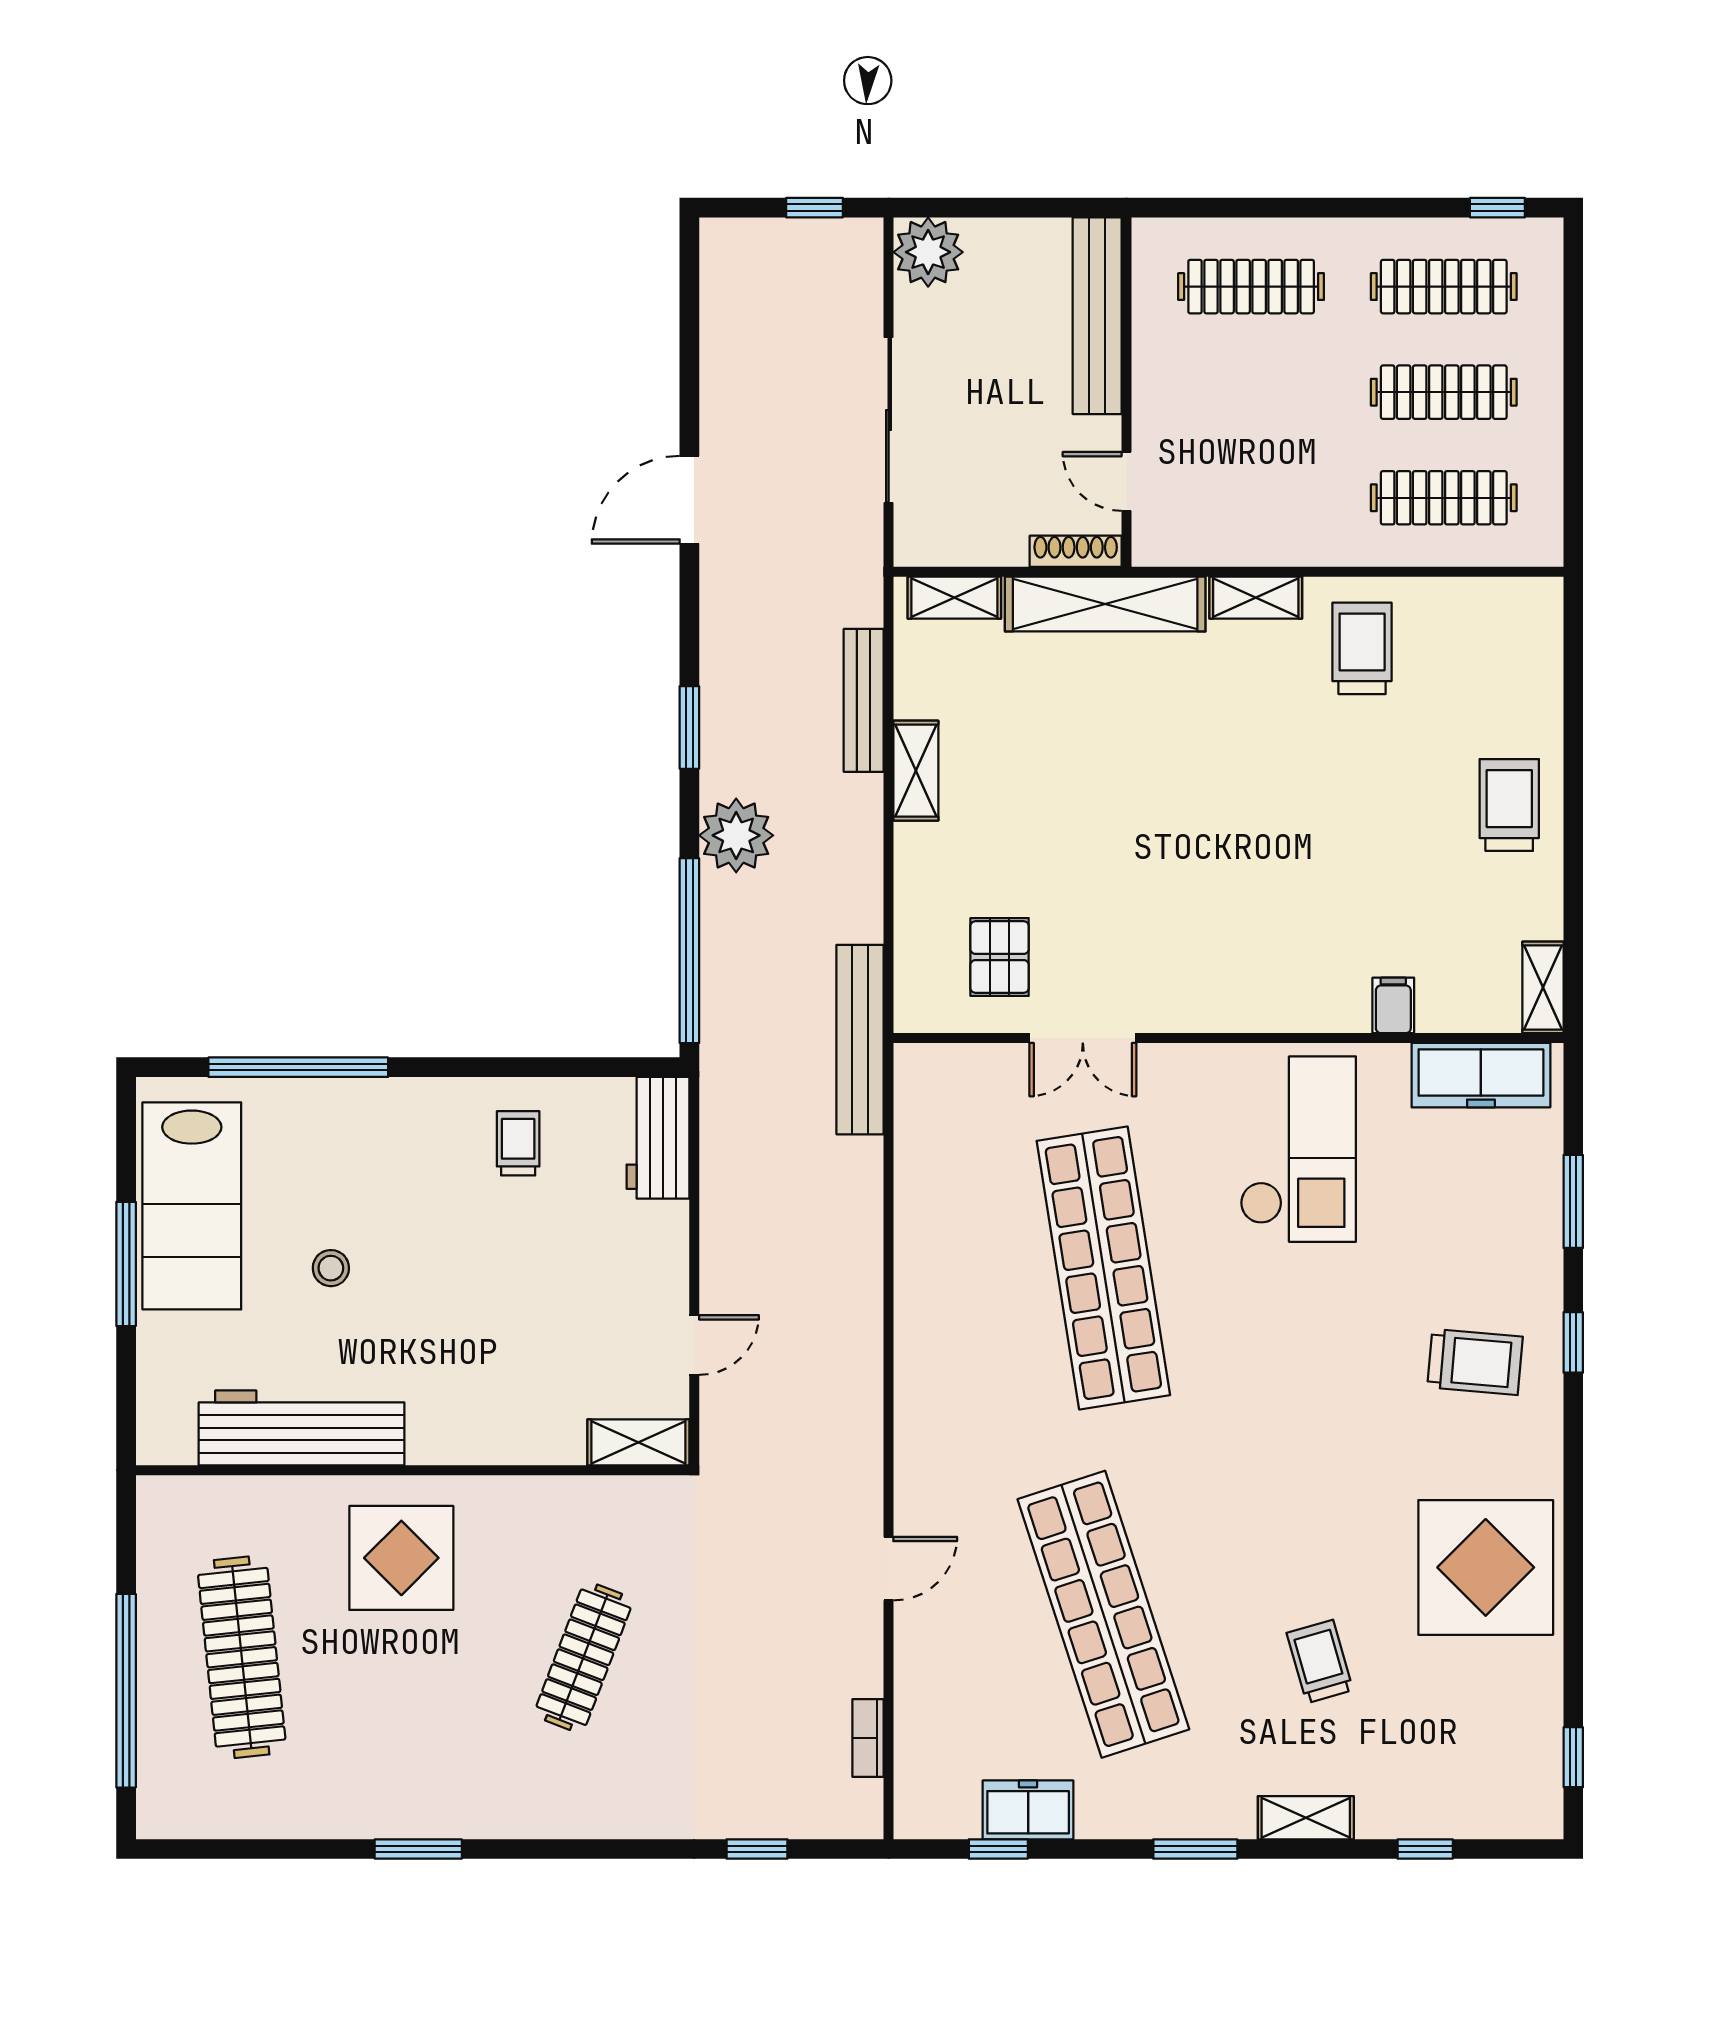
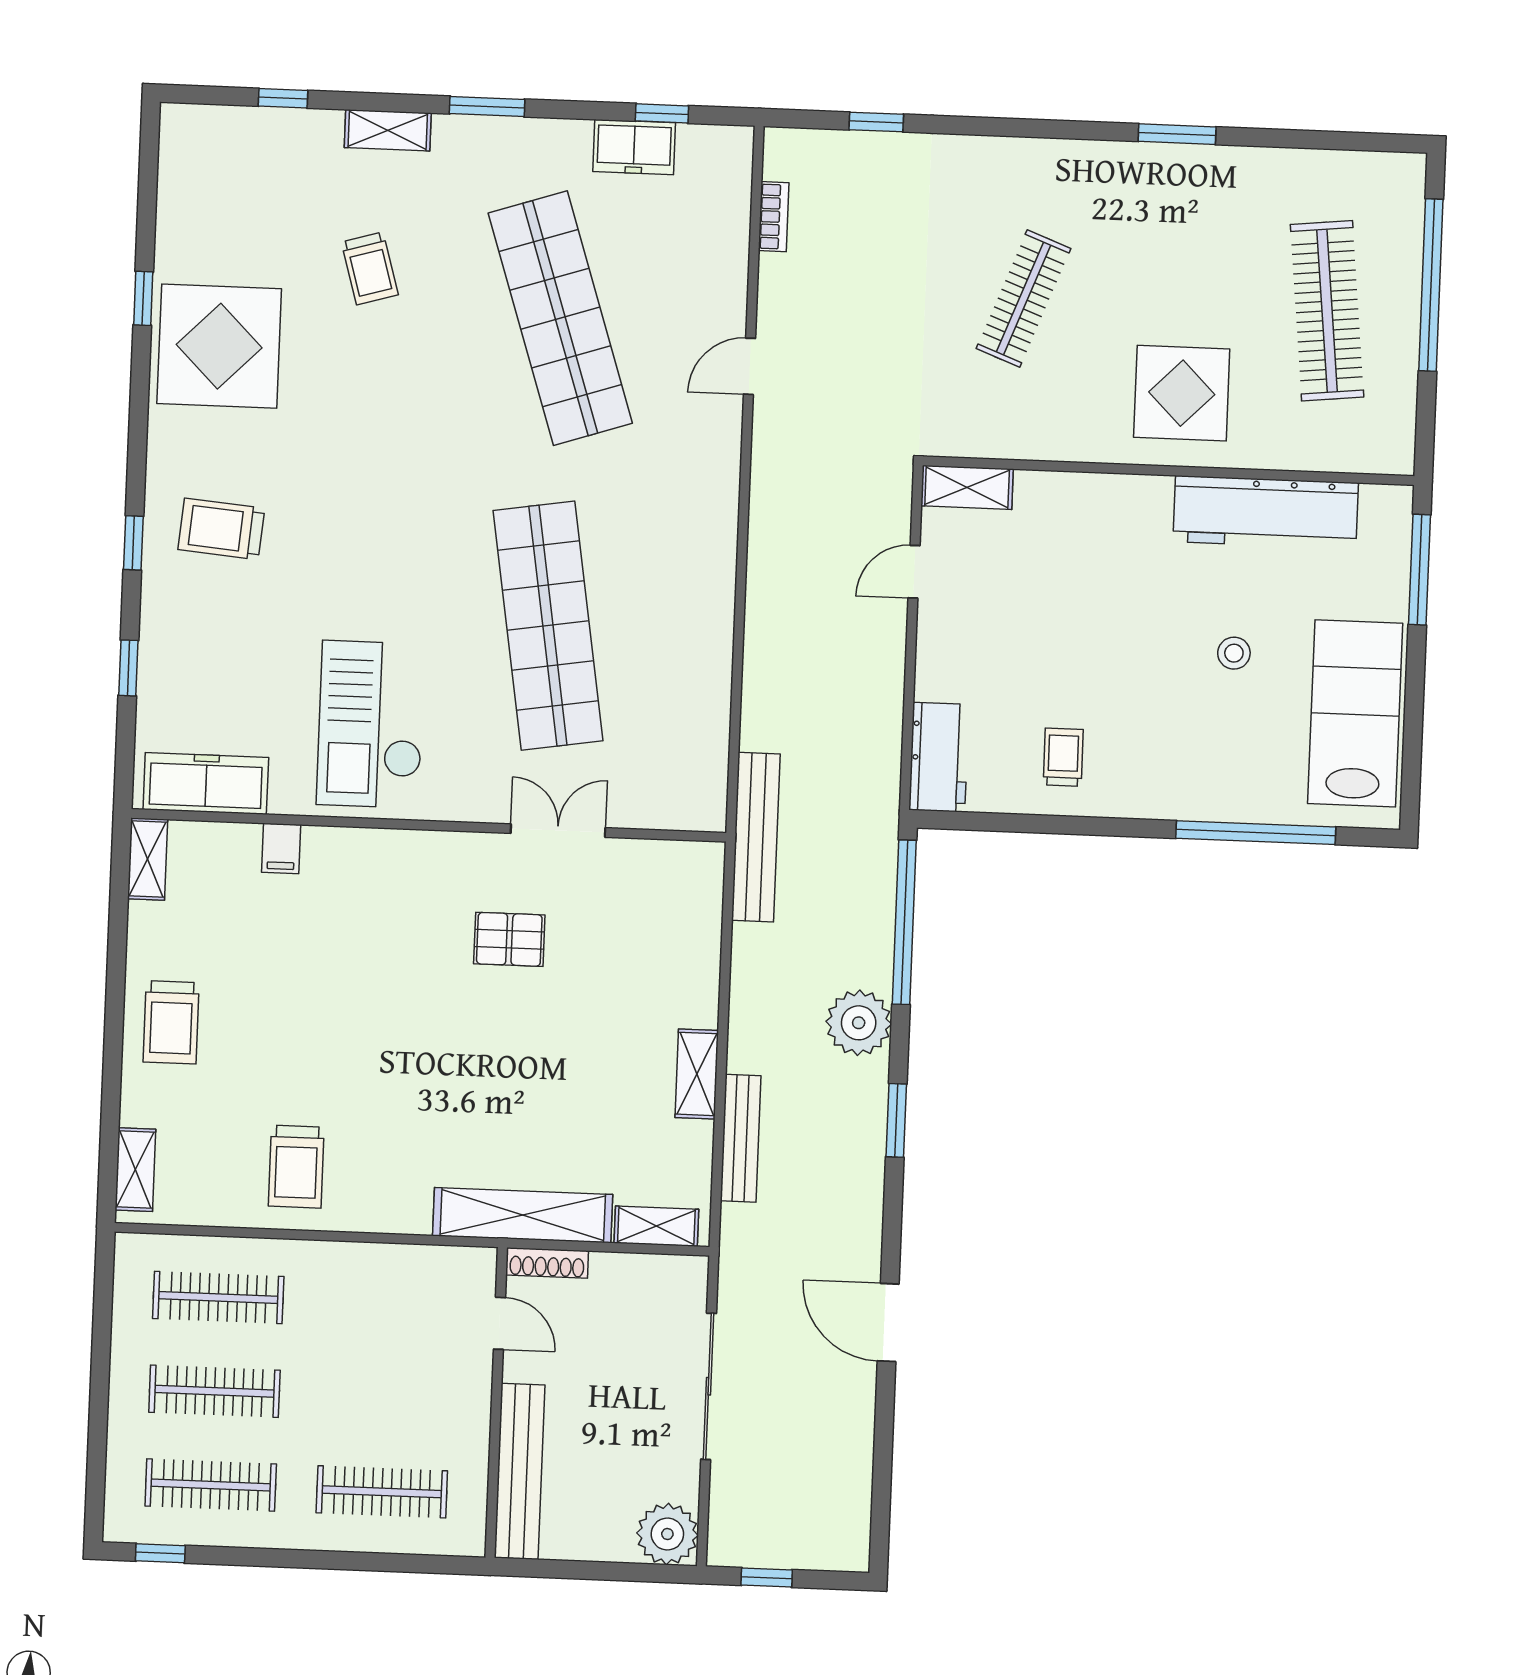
door: (689, 500) -> (888, 1323), swing flipped
shelving: (1256, 598) -> (135, 1170), moved, turned 90
pallet: (1000, 957) -> (509, 939), moved, turned 90
trolley: (518, 1143) -> (1063, 757), turned 180
window: (1573, 1201) -> (128, 668), width x0.67
window: (126, 1264) -> (1419, 570), moved
window: (1573, 1757) -> (143, 298), moved

